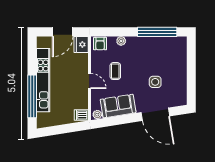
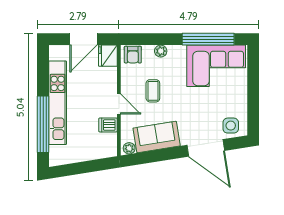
corner sofa: (163, 52) -> (216, 66), added
side table: (155, 82) -> (231, 126), moved
dishwasher: (81, 115) -> (108, 125), moved

